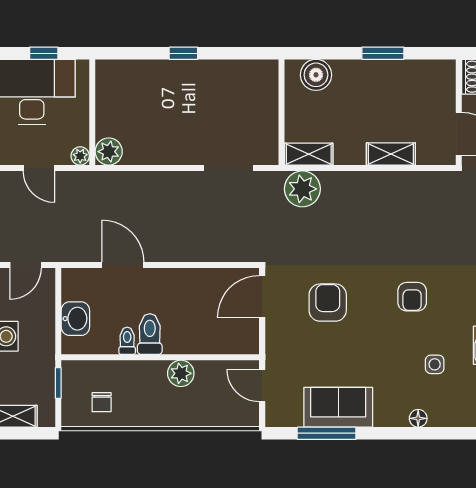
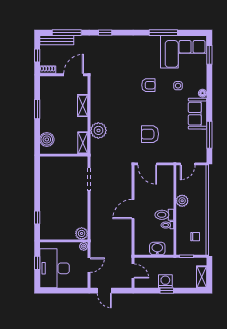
window: (183, 53) -> (37, 218), moved
plant: (302, 189) -> (98, 130), moved
door: (123, 265) -> (133, 209), moved
armchair: (412, 297) -> (148, 85), moved
sofa: (338, 407) -> (197, 114), moved

